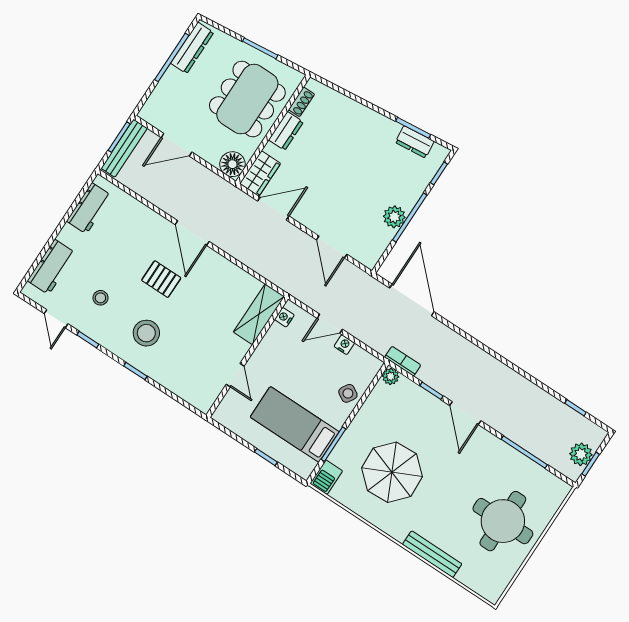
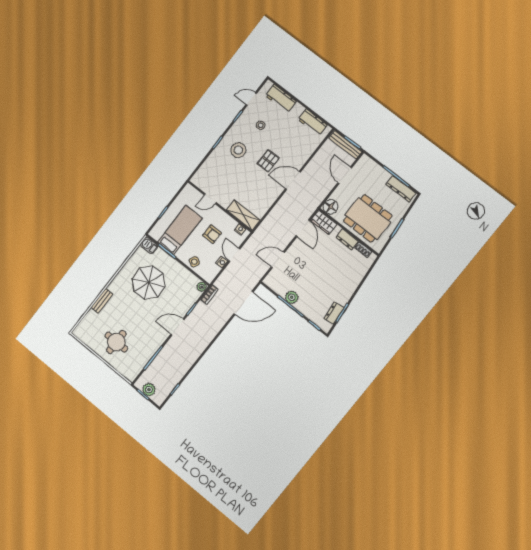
armchair: (297, 366) -> (212, 234), added
round table: (503, 521) -> (116, 342), width x0.73, depth x0.73
bench: (432, 554) -> (102, 301), width x0.73

